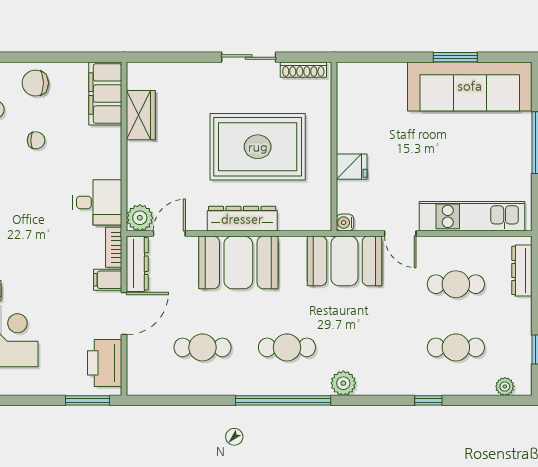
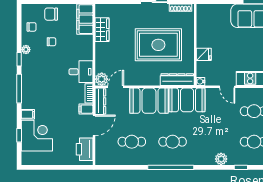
dresser: (242, 219) -> (177, 80), moved
booth: (344, 261) -> (187, 100), moved
plant: (343, 383) -> (221, 159), moved
window: (88, 400) -> (76, 167), removed

